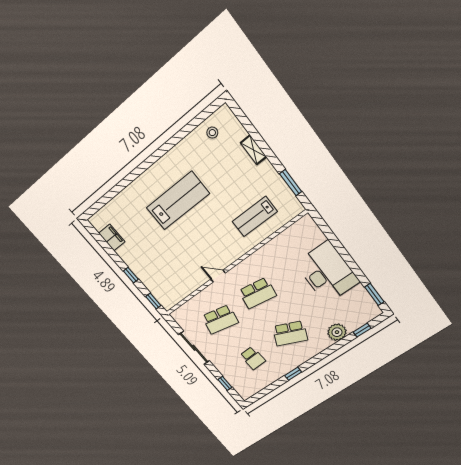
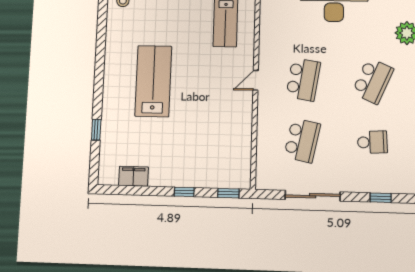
window: (117, 190) -> (96, 130), added
door: (218, 276) -> (256, 80), moved

